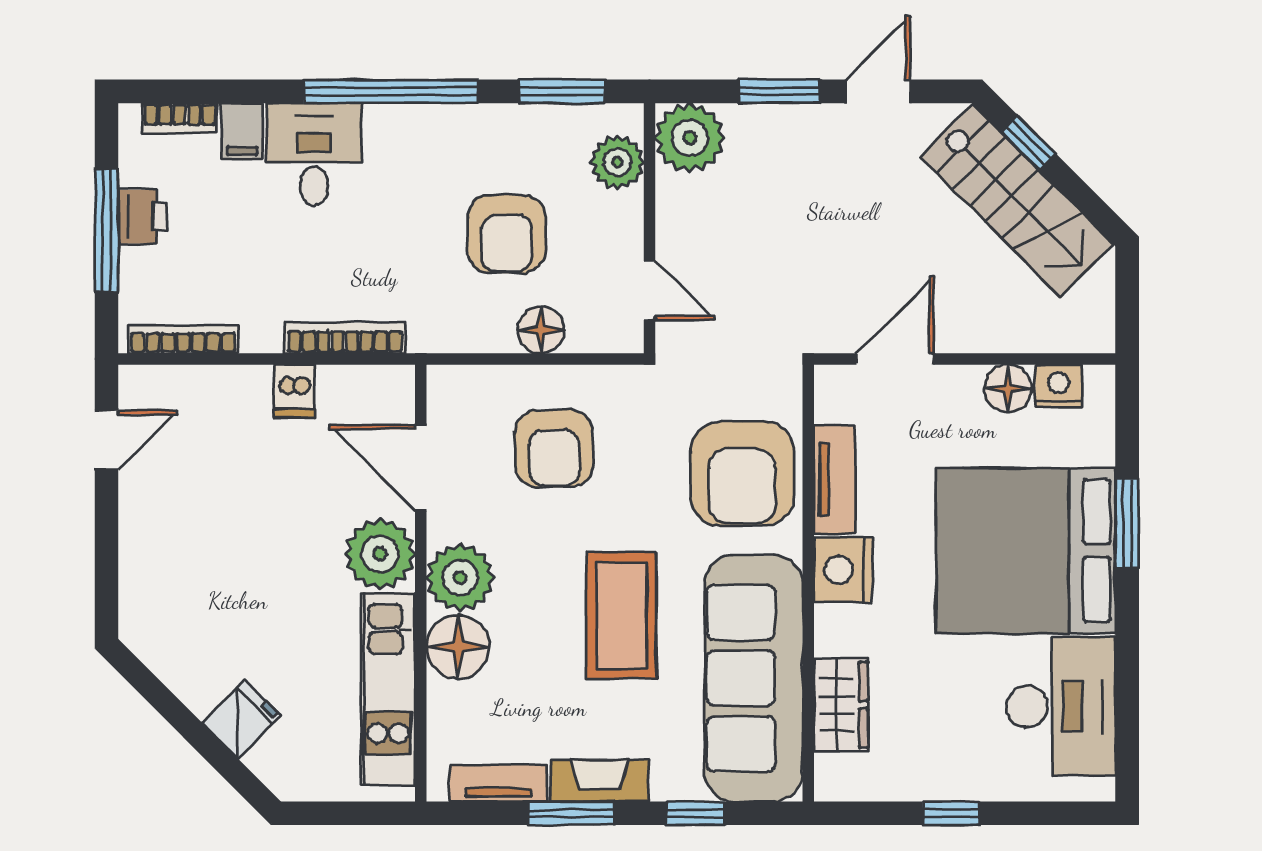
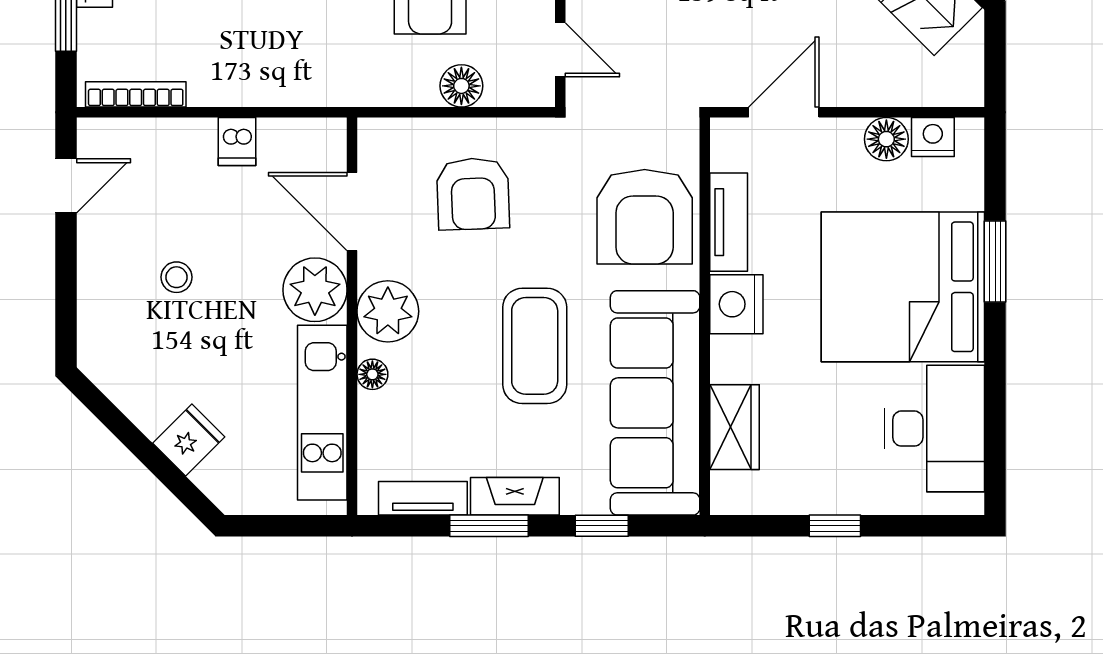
bookcase: (345, 338) -> (283, 93), removed
stool: (228, 540) -> (176, 277), added
floor lamp: (458, 647) -> (372, 374), width x0.53, depth x0.53

